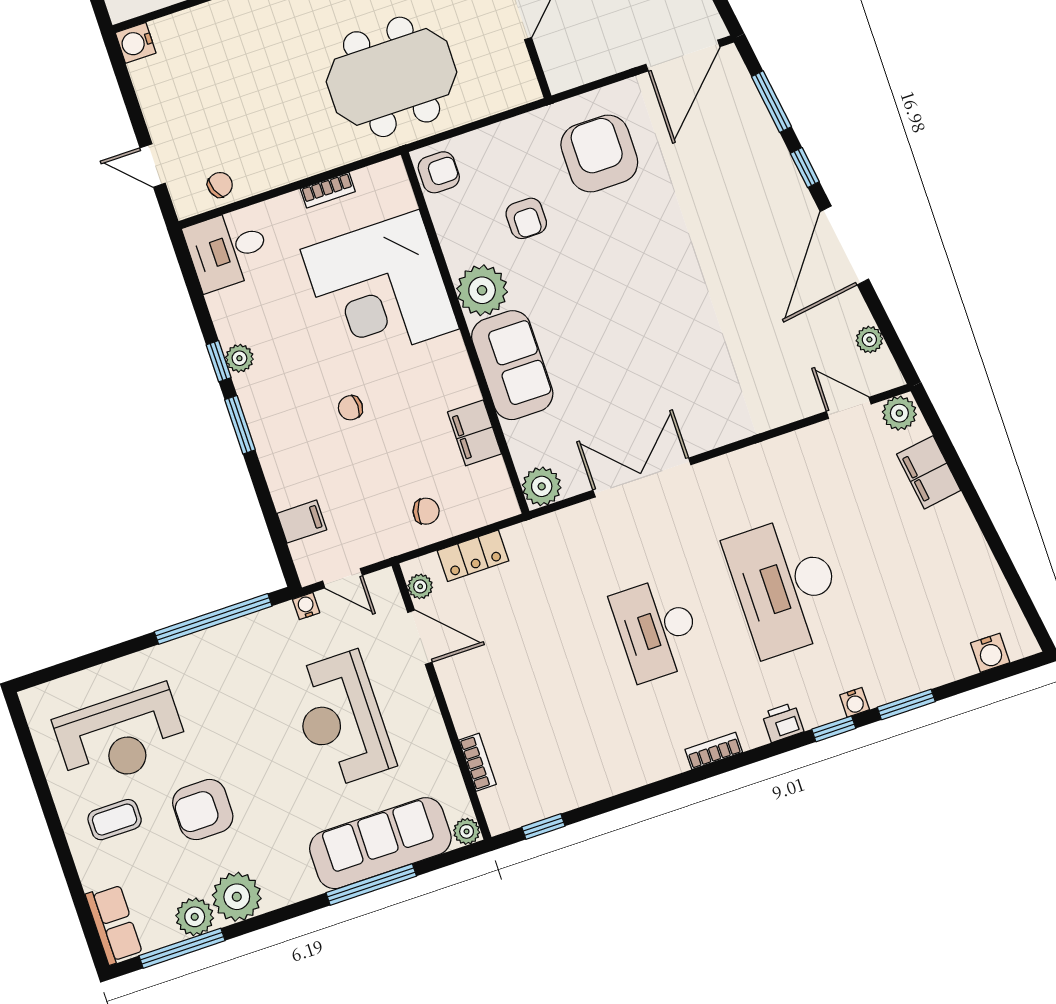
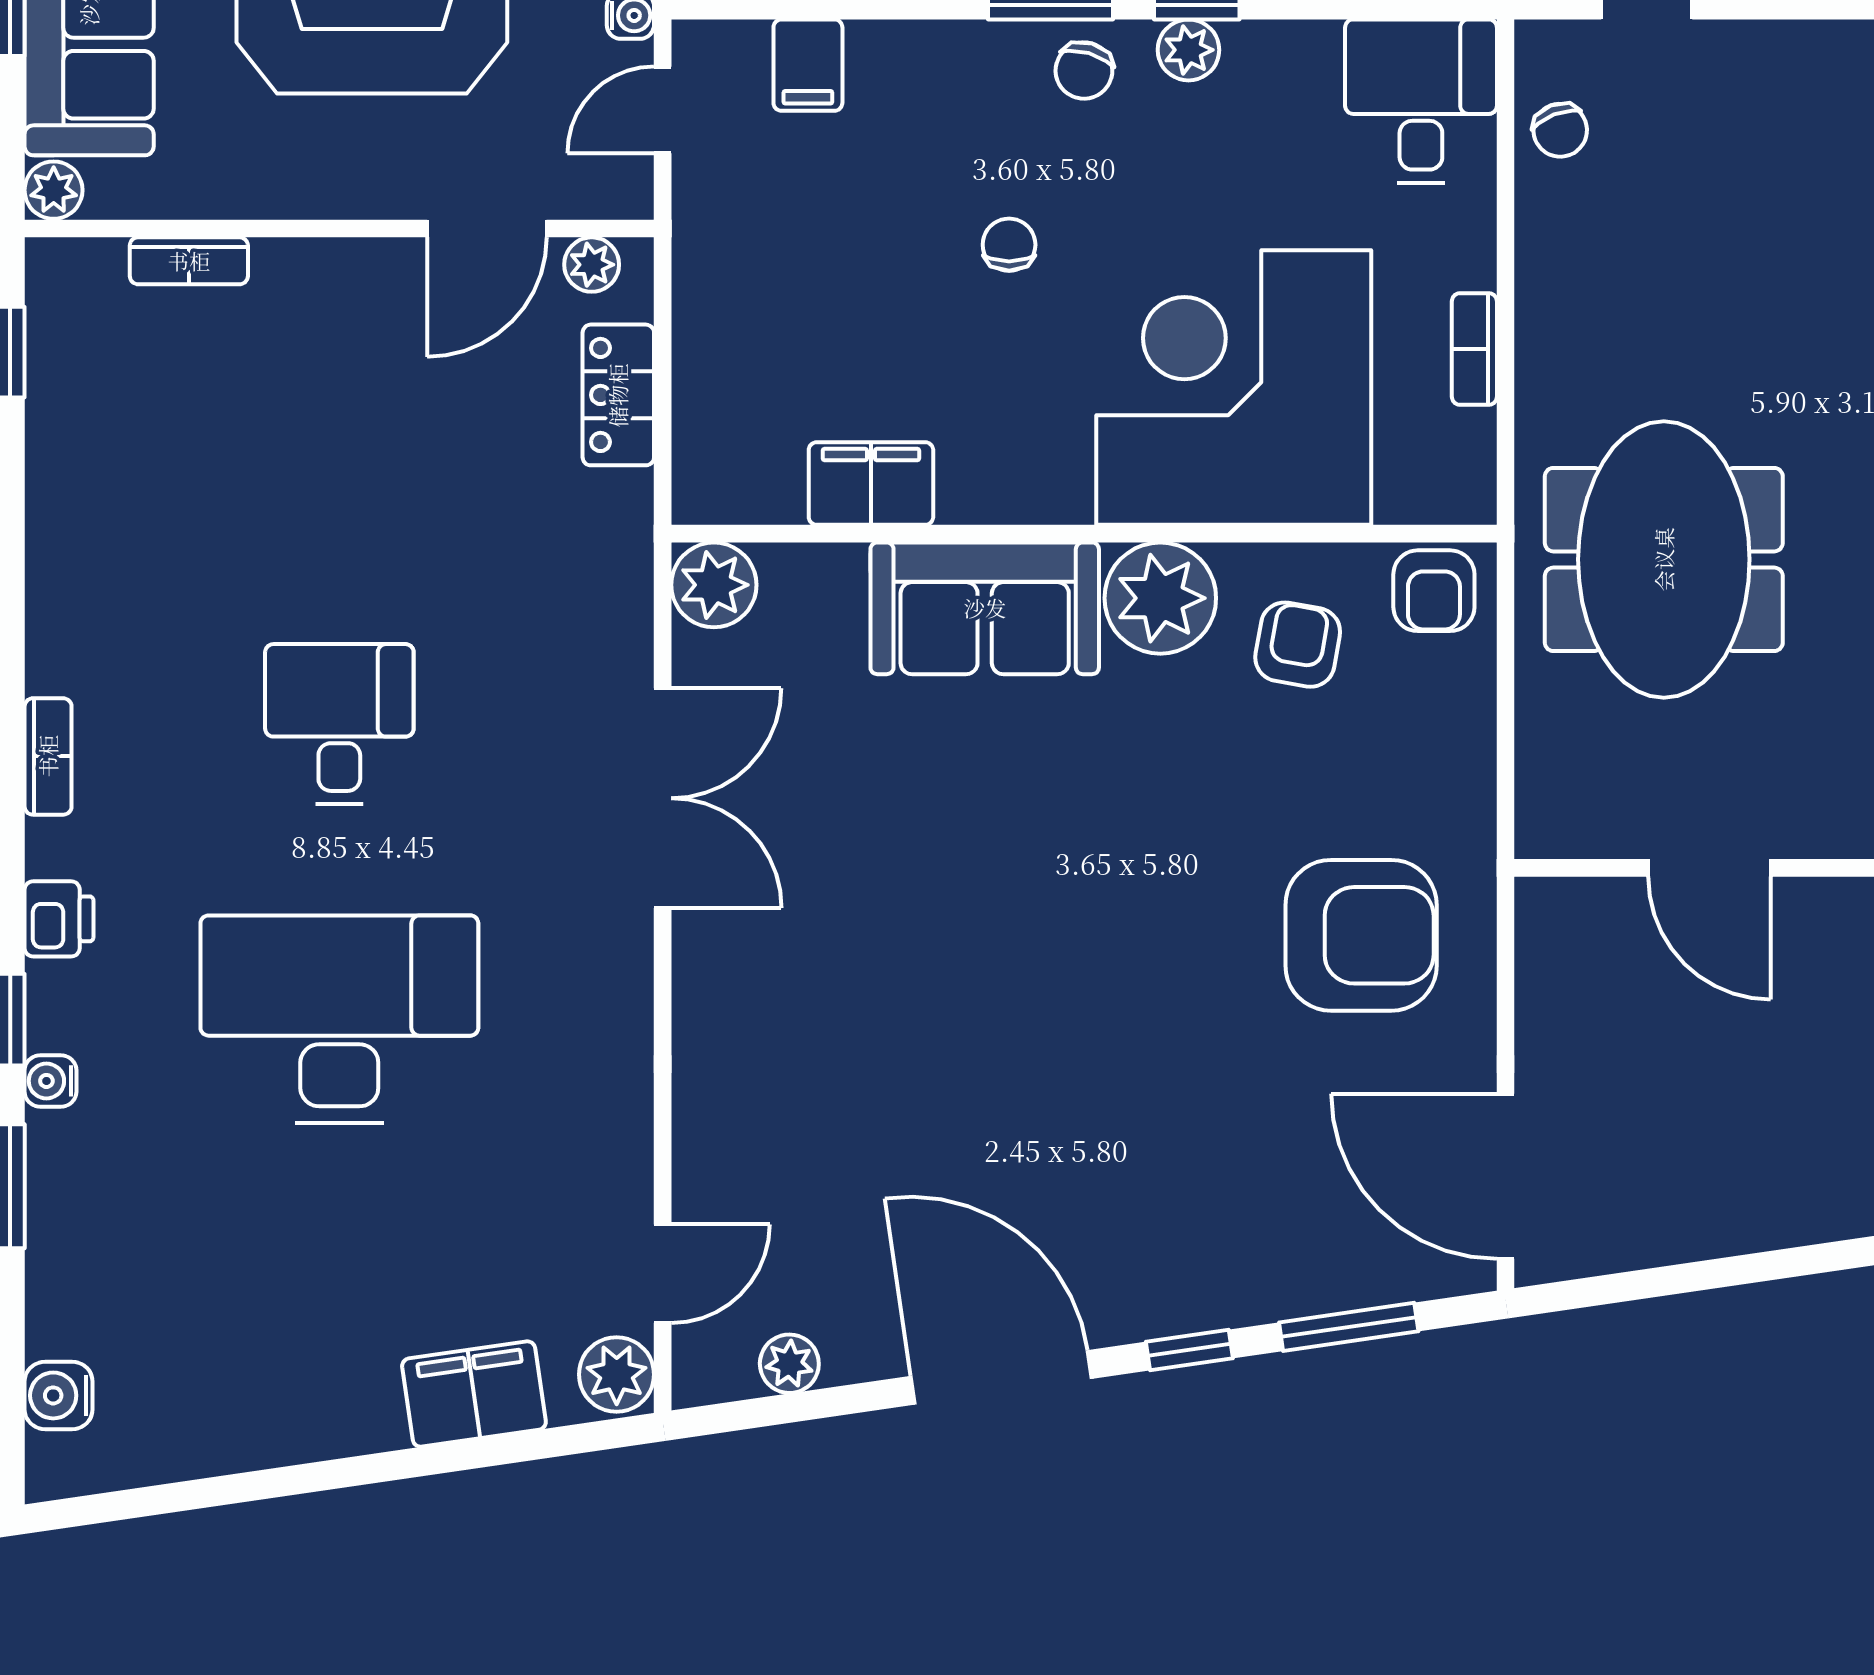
armchair: (526, 218) -> (1298, 645), moved, turned 100
chair: (426, 511) -> (1084, 71), moved
desk: (657, 629) -> (339, 724), width x0.73

